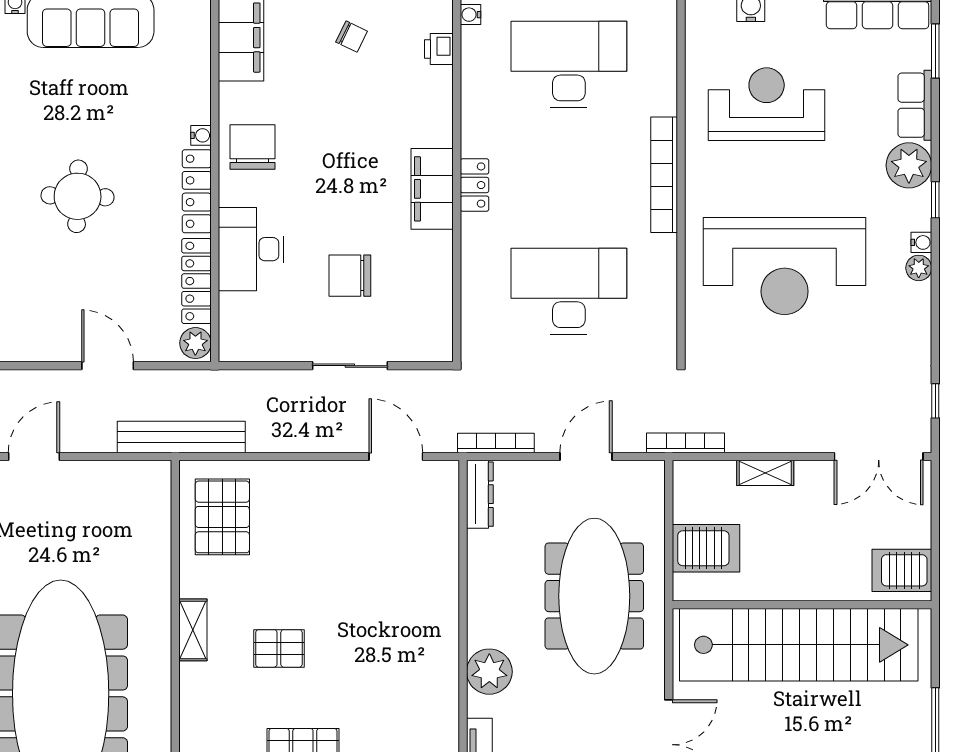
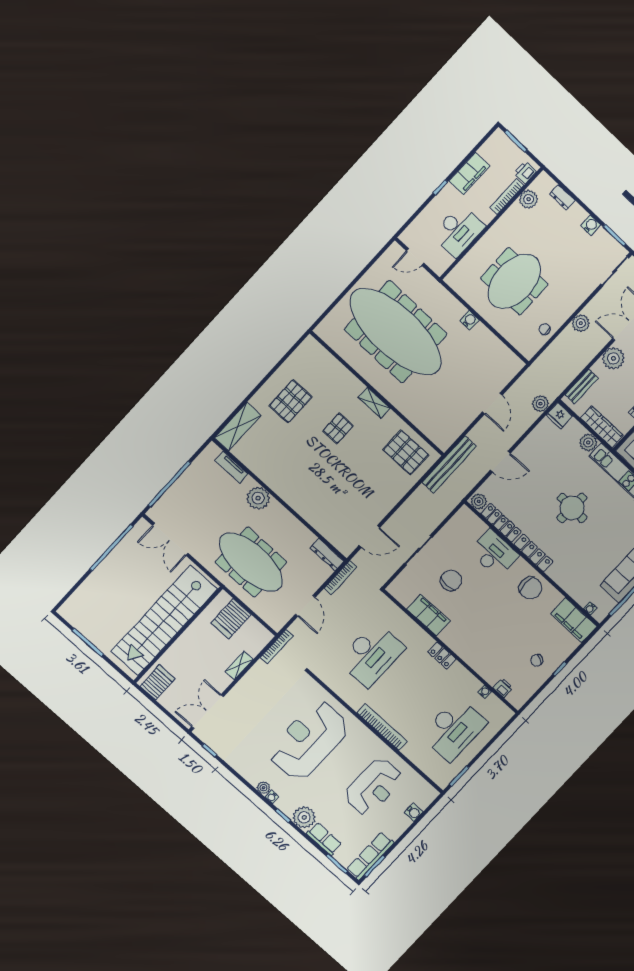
water cooler: (471, 15) -> (485, 692), moved
water cooler: (201, 135) -> (590, 608), moved
filing cabinet: (432, 189) -> (428, 615), moved

